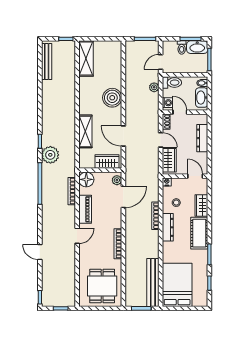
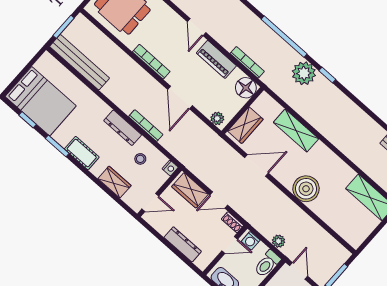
door: (123, 197) -> (180, 98), moved
cot: (199, 233) -> (82, 153), width x0.73, depth x0.75
bed: (177, 285) -> (41, 101), moved

